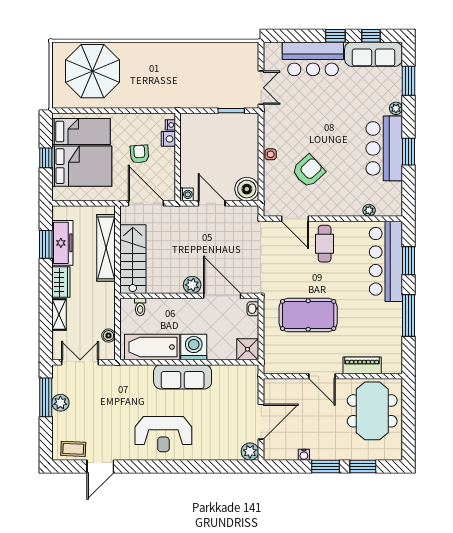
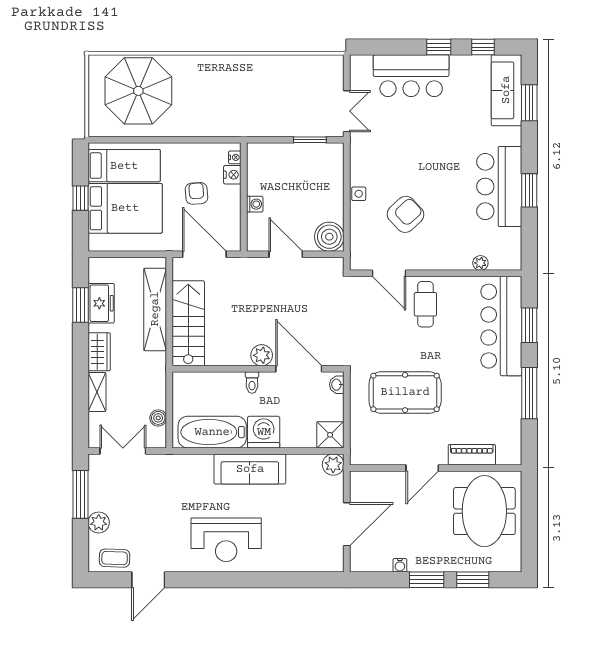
sofa: (373, 54) -> (506, 90), moved, turned 90
plant: (396, 108) -> (514, 137), removed
washing machine: (187, 194) -> (255, 204), moved
freezer: (62, 243) -> (101, 303), width x0.71
toilet: (140, 307) -> (252, 383), moved
door: (322, 376) -> (422, 468), hinge flipped
plant: (60, 403) -> (99, 522), moved
plant: (250, 452) -> (333, 465), moved

